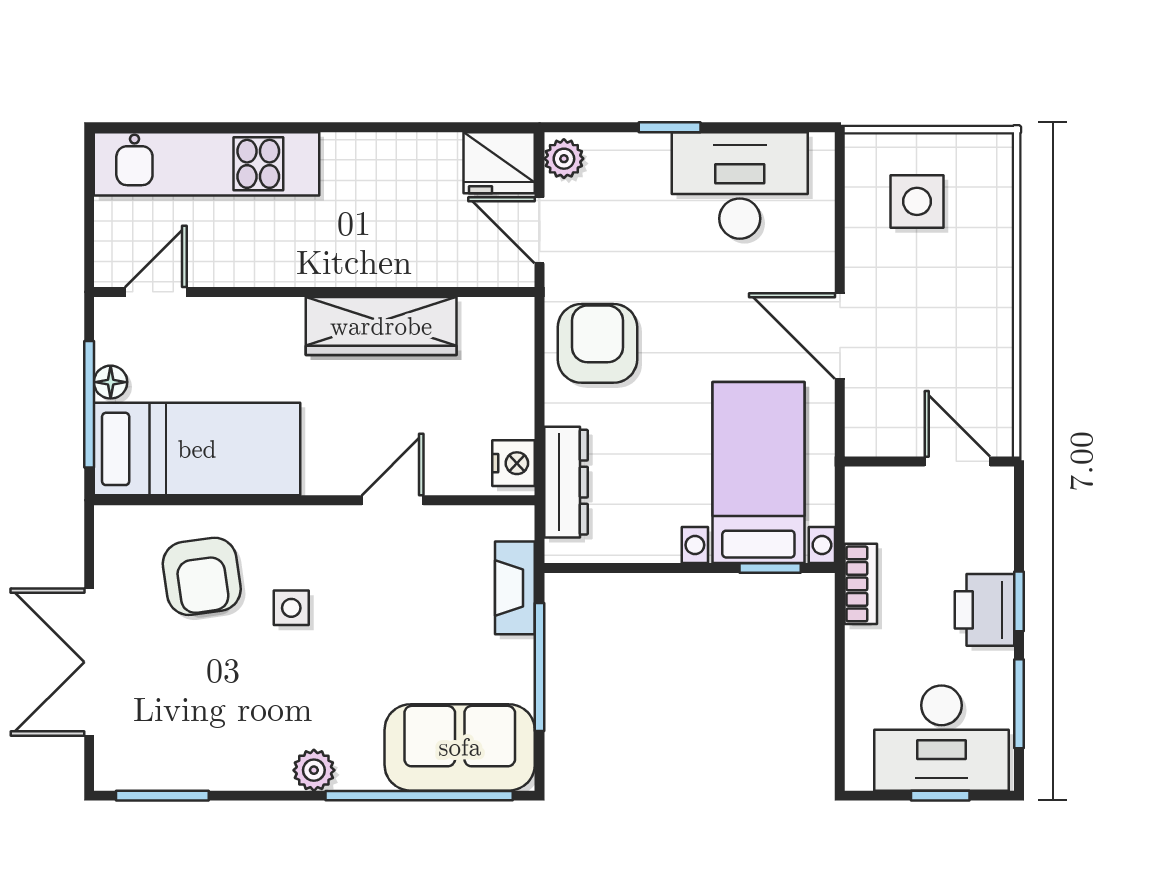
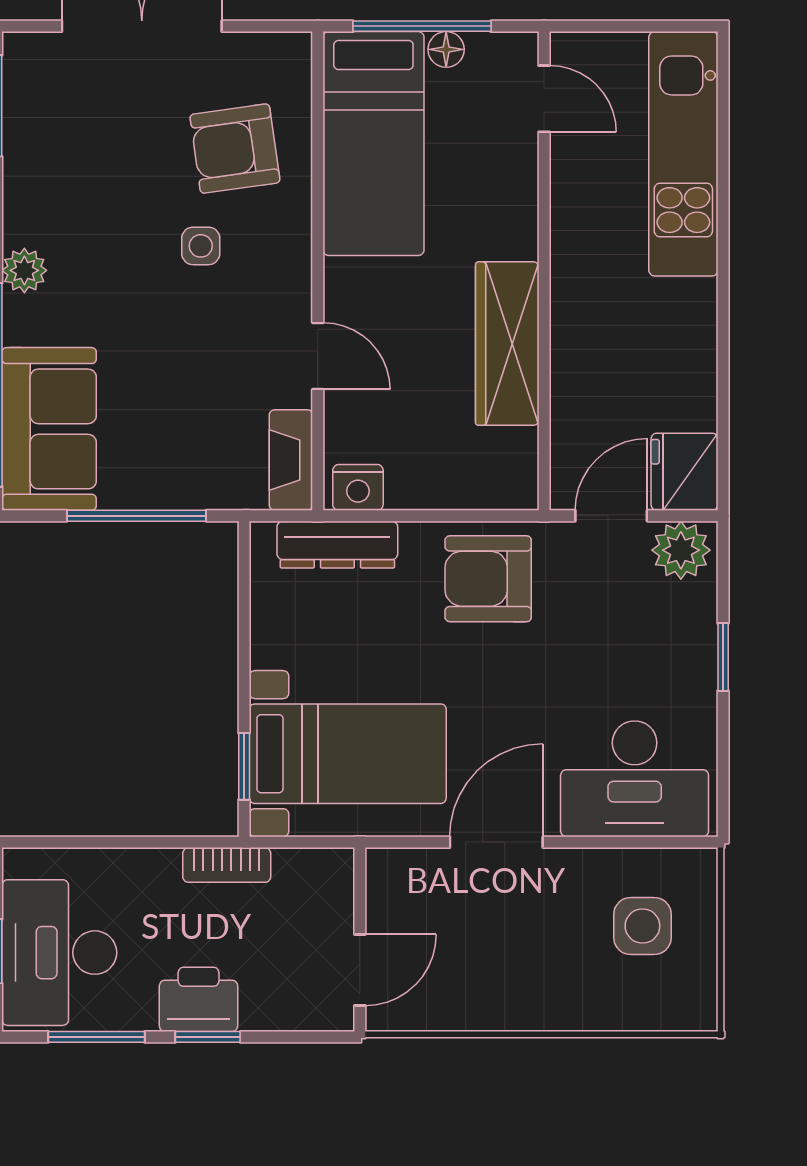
plant: (564, 159) -> (681, 550), width x1.38, depth x1.38
desk: (740, 185) -> (635, 779), moved, turned 90
armchair: (597, 343) -> (488, 579), turned 180
fireplace: (515, 588) -> (291, 460), moved, turned -90

